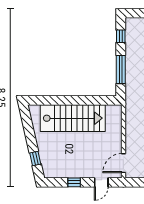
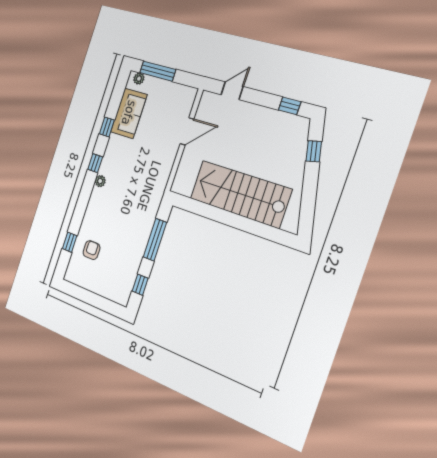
door: (123, 163) -> (187, 131), moved
window: (74, 182) -> (290, 106), moved

